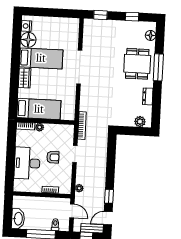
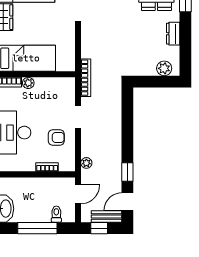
armchair: (53, 157) -> (56, 137), moved
door: (72, 211) -> (78, 194), hinge flipped

